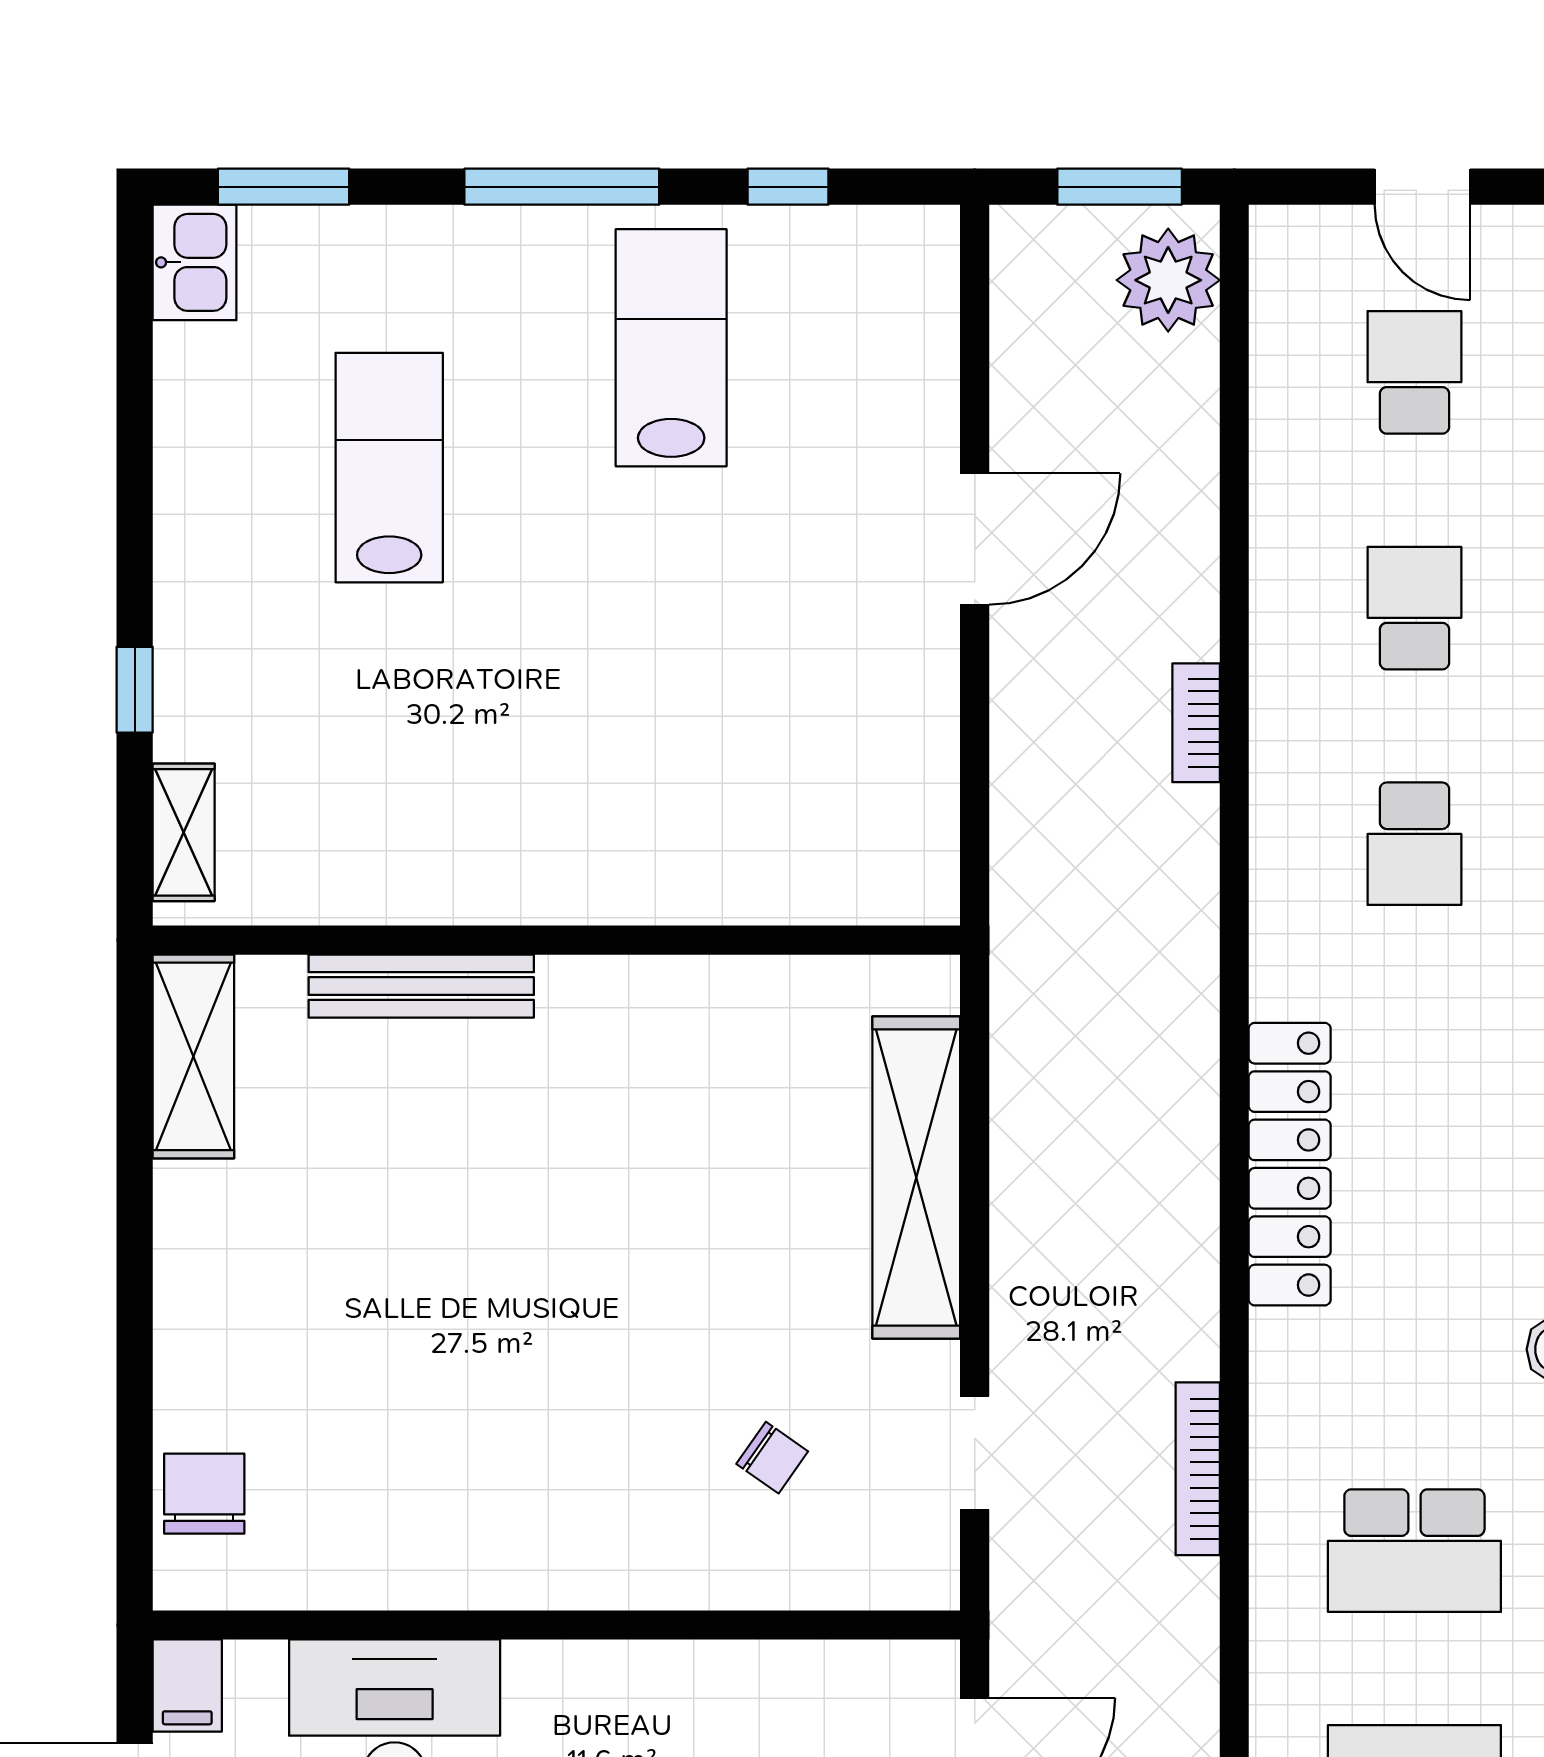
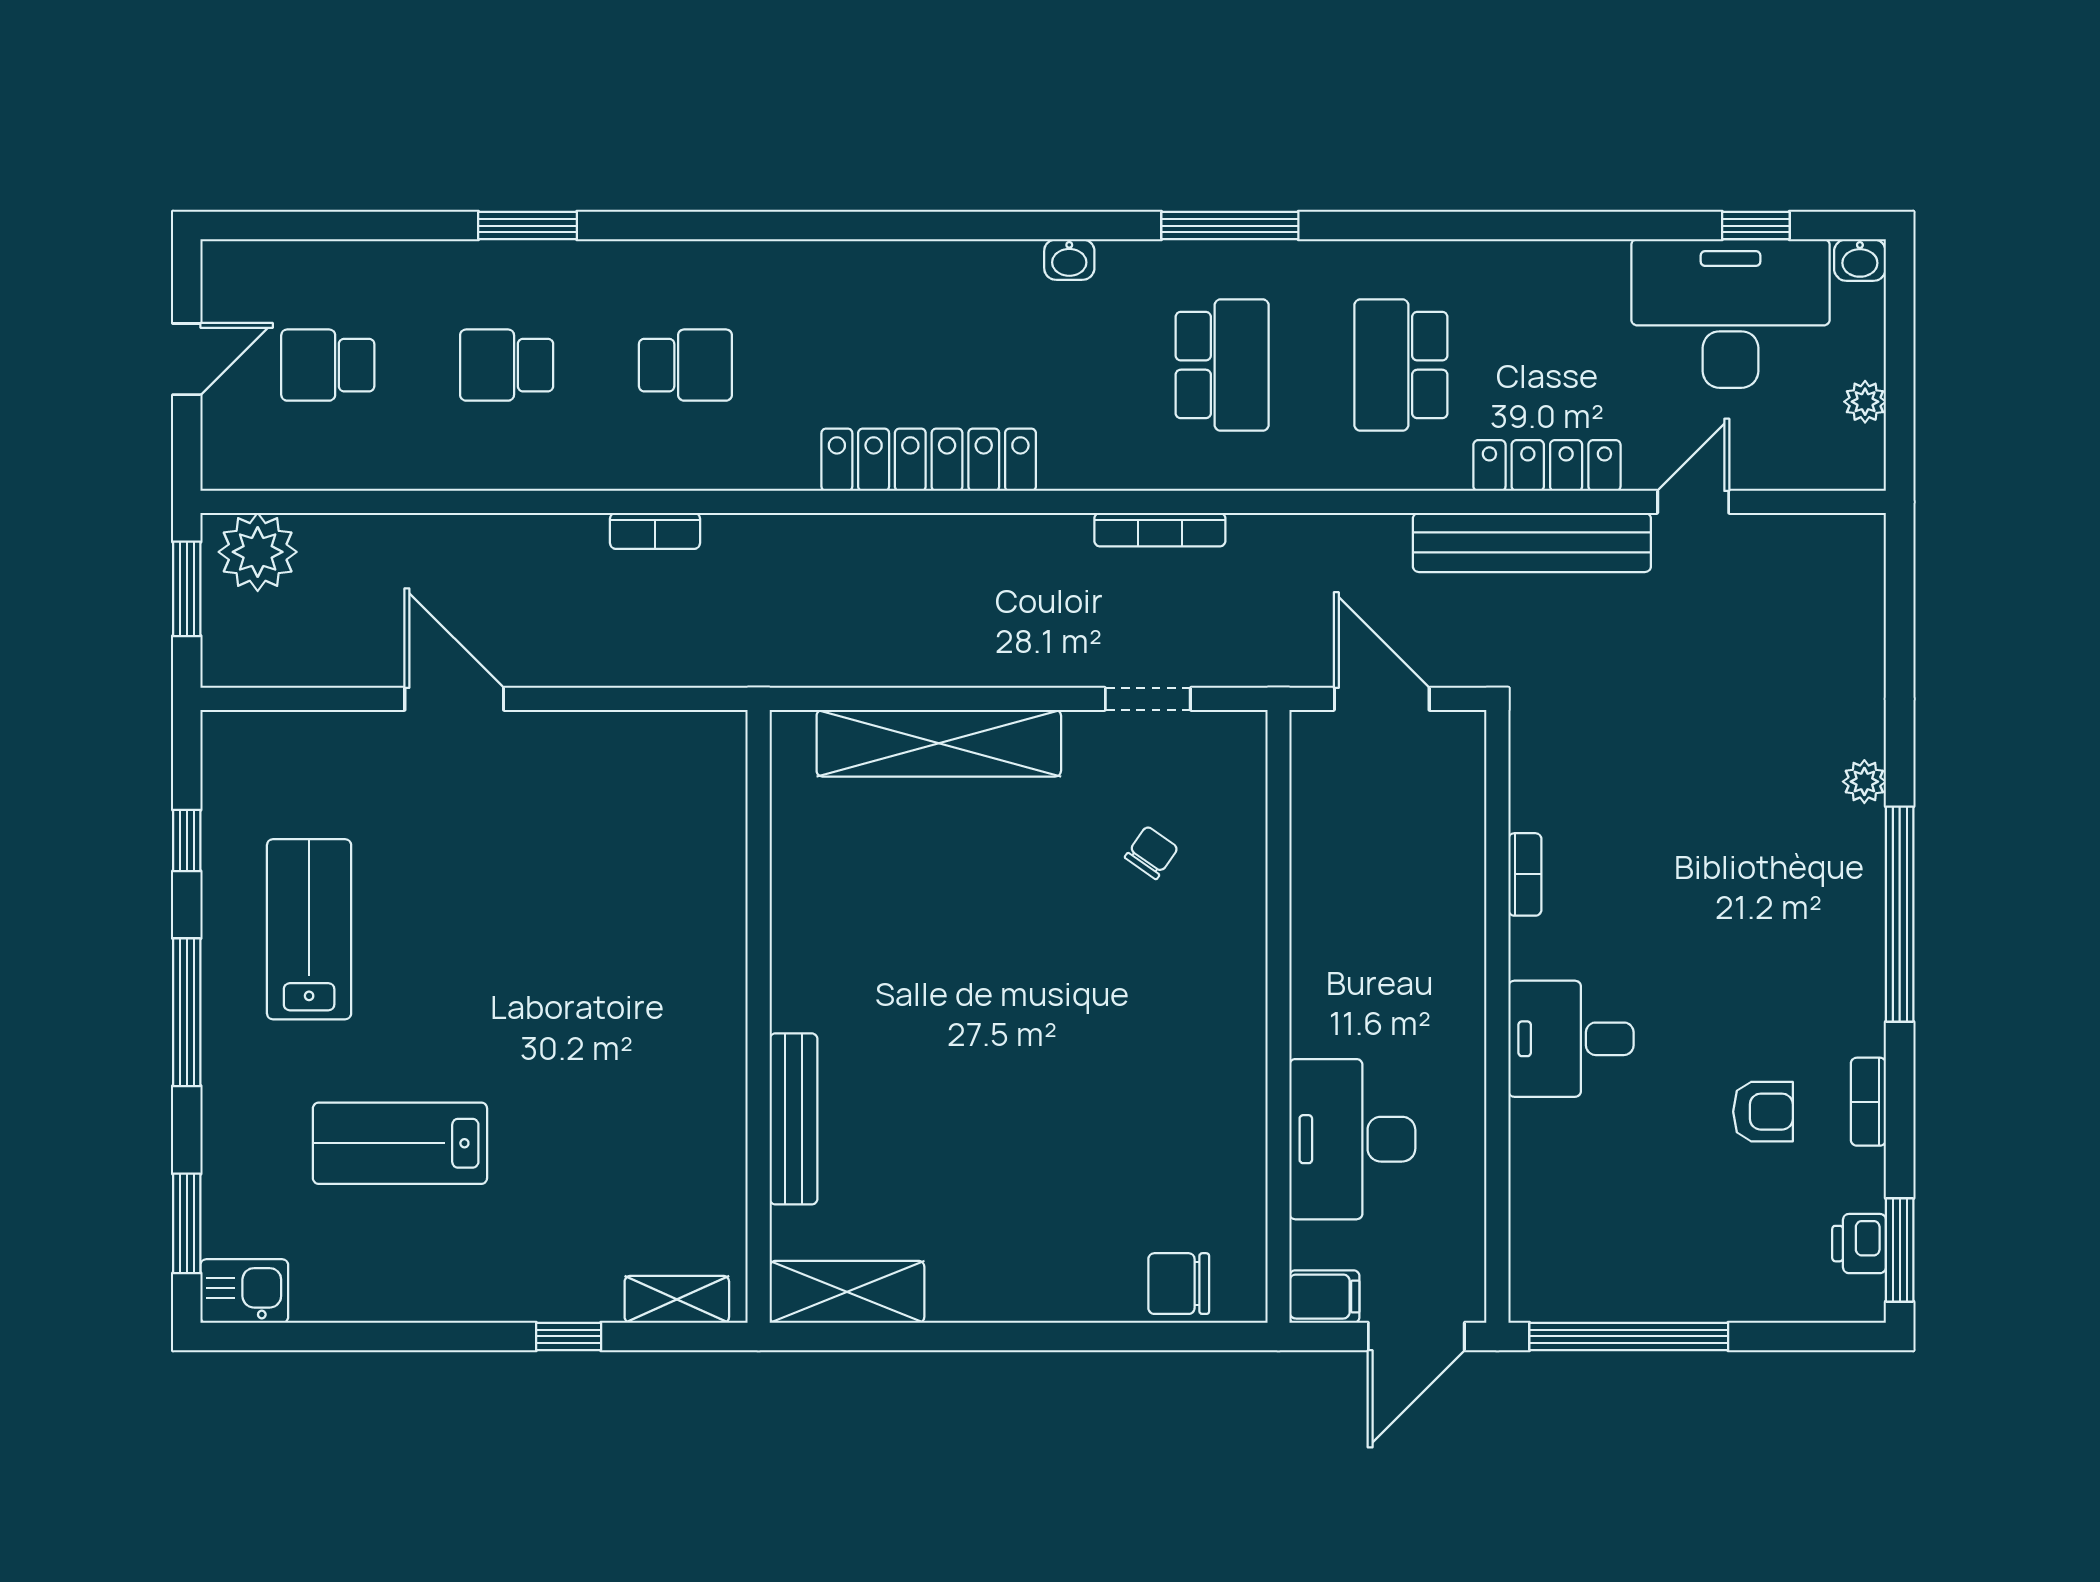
lab bench: (671, 348) -> (309, 929), turned 90
bookcase: (1196, 723) -> (655, 531), moved

